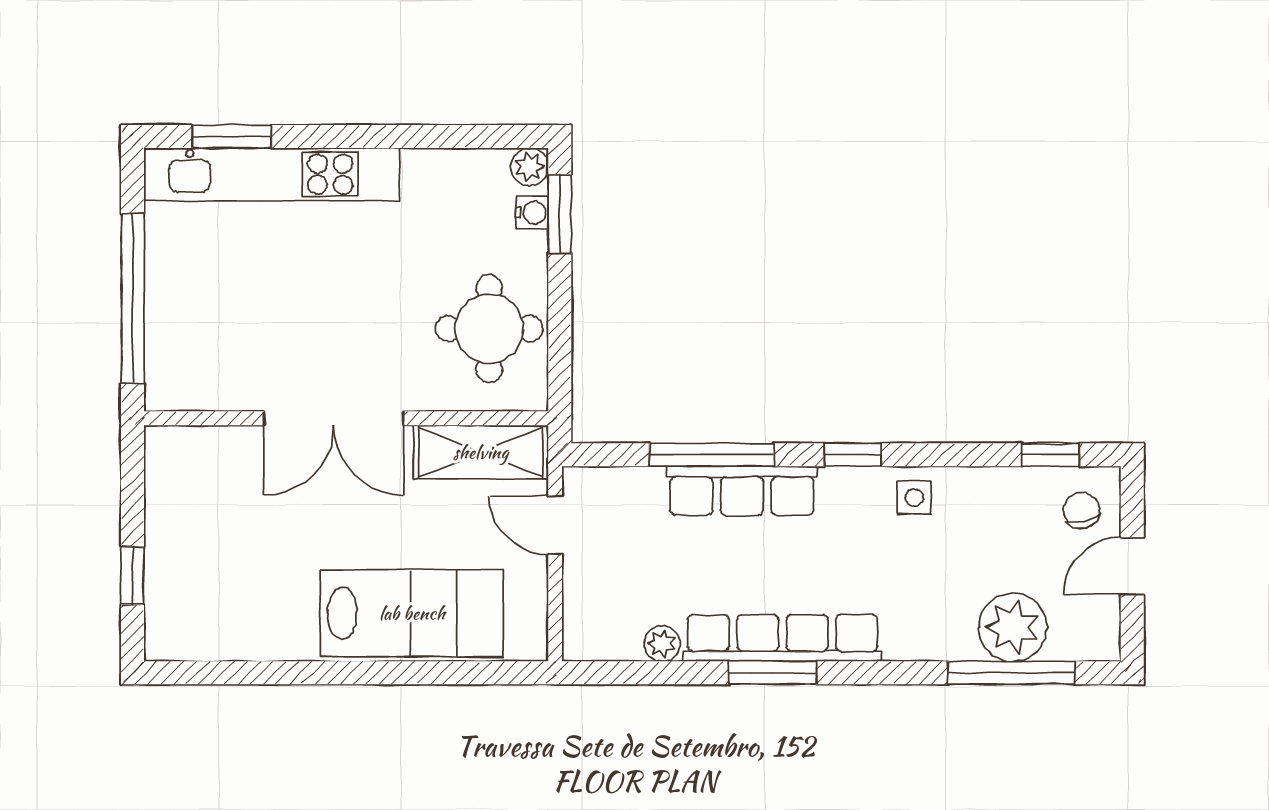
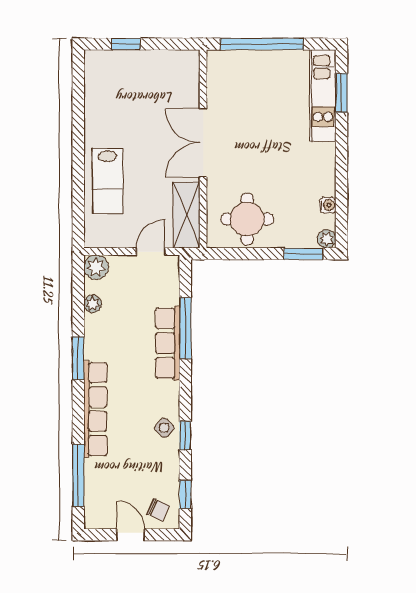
kitchen unit: (272, 174) -> (323, 96), width x0.73
water cooler: (532, 213) -> (328, 205), moved, turned -90
window: (852, 455) -> (185, 436), moved
side table: (914, 497) -> (164, 428), turned 45
chair: (1081, 510) -> (158, 510), turned 39
lab bench: (412, 613) -> (107, 181), width x0.73, depth x0.72
plant: (1013, 627) -> (96, 267), moved, width x0.73, depth x0.73
row of seats: (782, 638) -> (95, 409), moved

